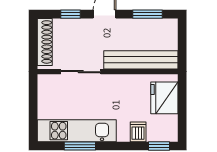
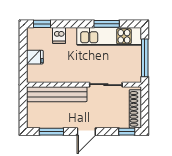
window: (71, 14) -> (127, 132), moved
fridge: (164, 98) -> (35, 57), width x0.53, depth x0.75
window: (33, 104) -> (145, 58), added

